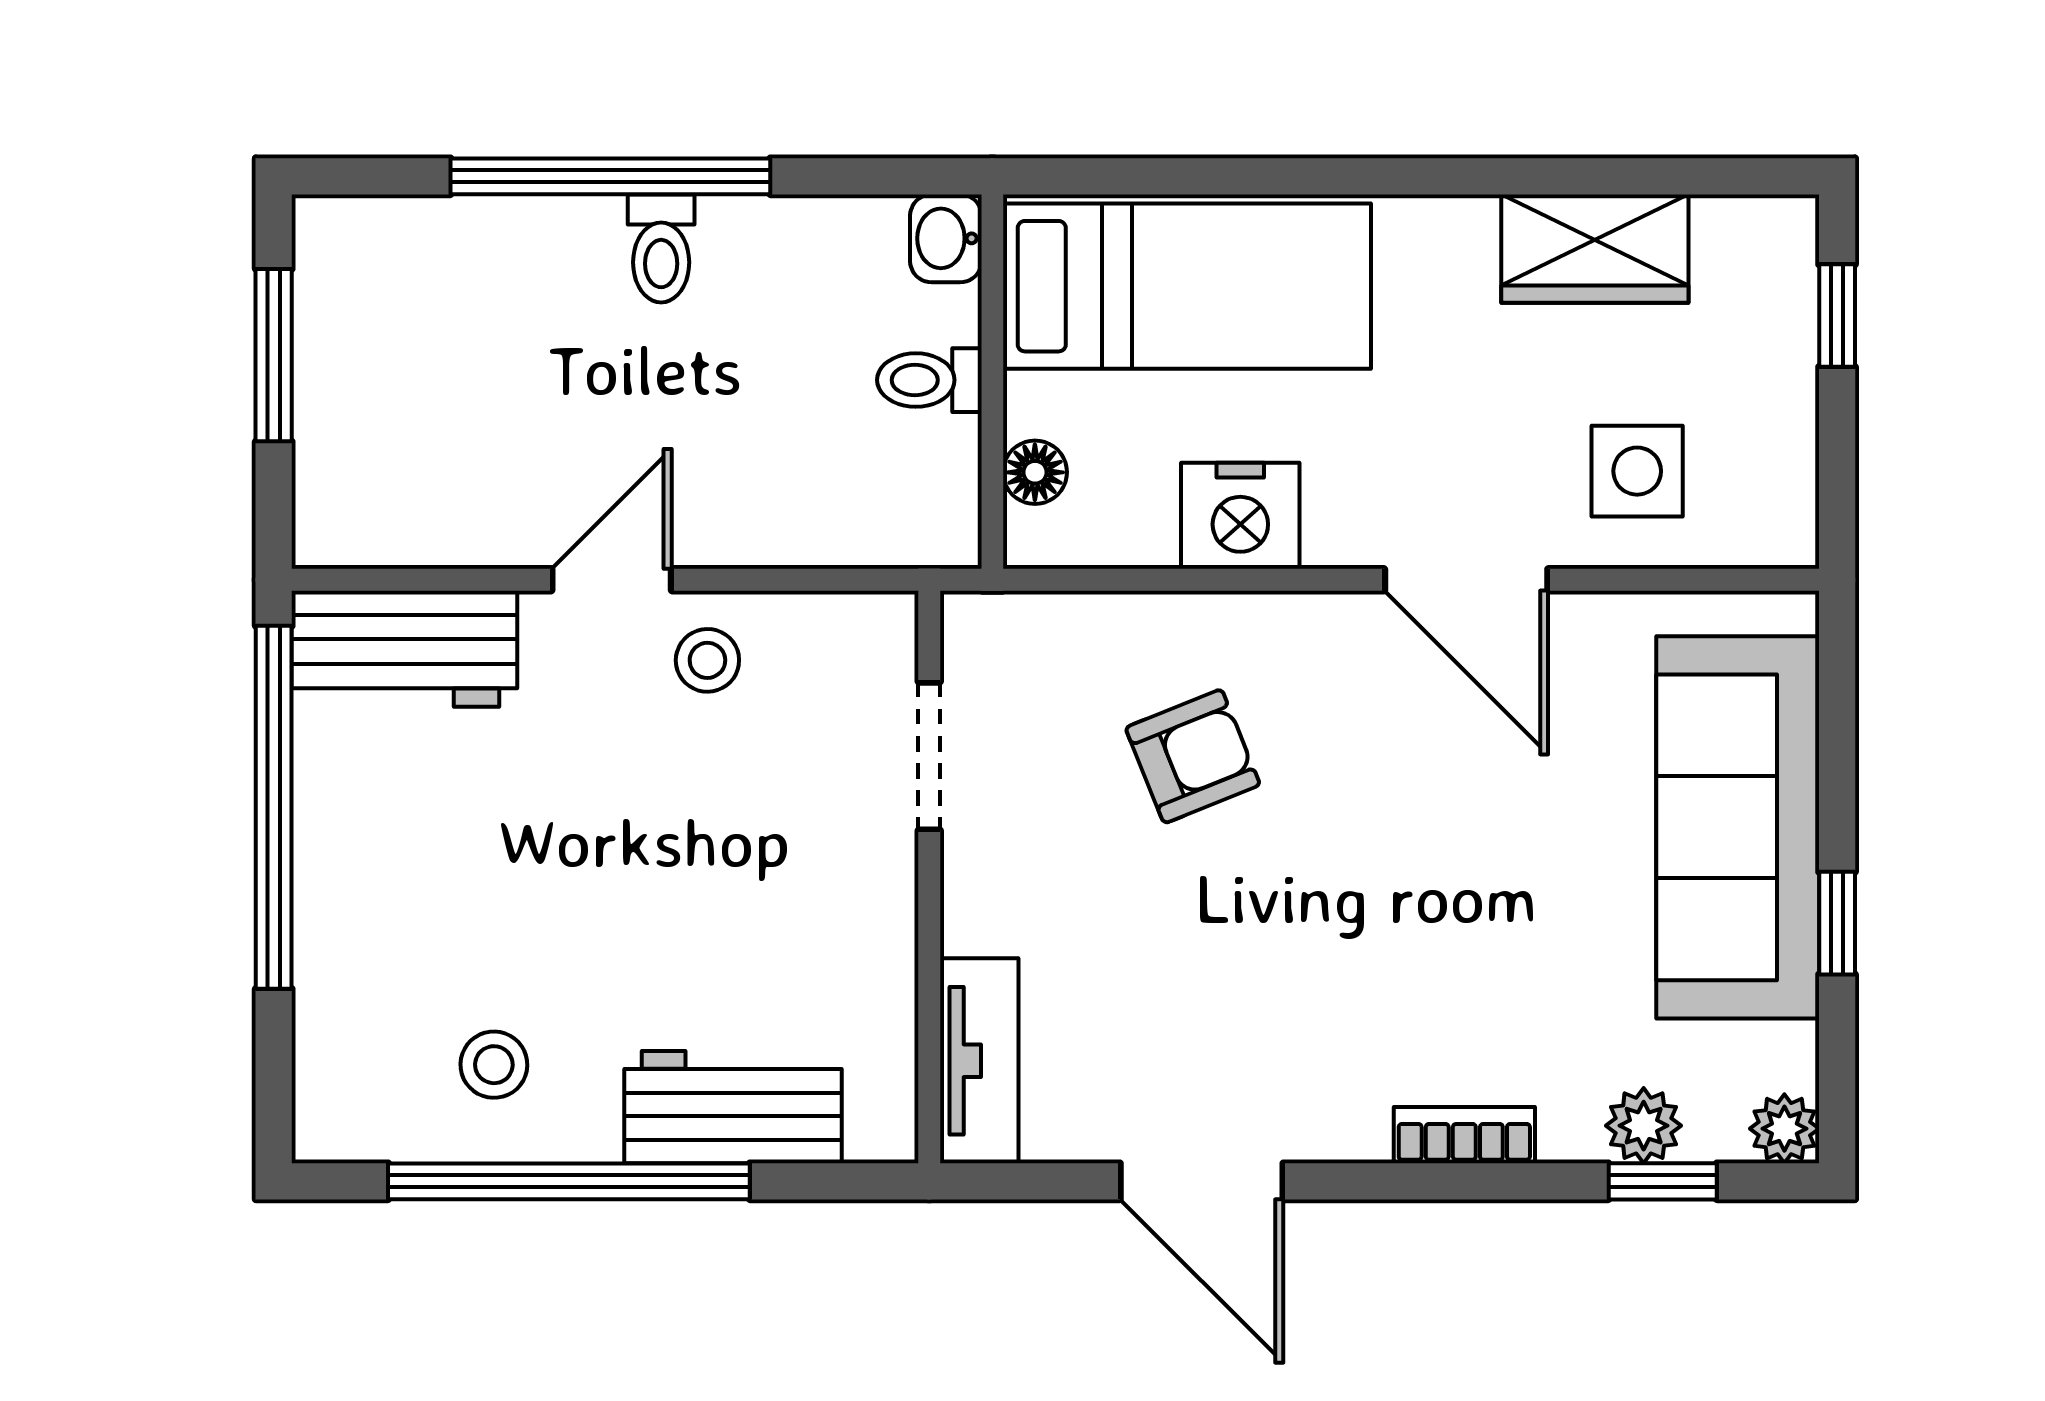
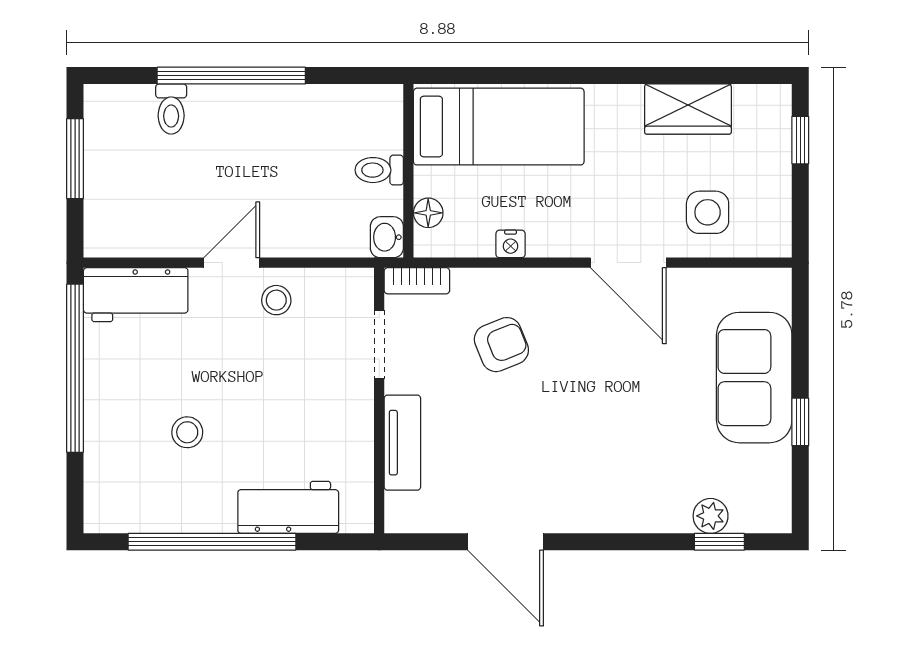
washbasin: (946, 238) -> (387, 237), moved
toilet: (661, 248) -> (171, 109), moved
nightstand: (1240, 516) -> (511, 244), width x0.53, depth x0.56
sofa: (1738, 827) -> (754, 378), width x0.73
tv unit: (979, 1061) -> (402, 443), moved
stool: (494, 1065) -> (187, 432), moved
plant: (1784, 1129) -> (776, 517), removed
bookcase: (1464, 1135) -> (417, 281), moved, turned 180

